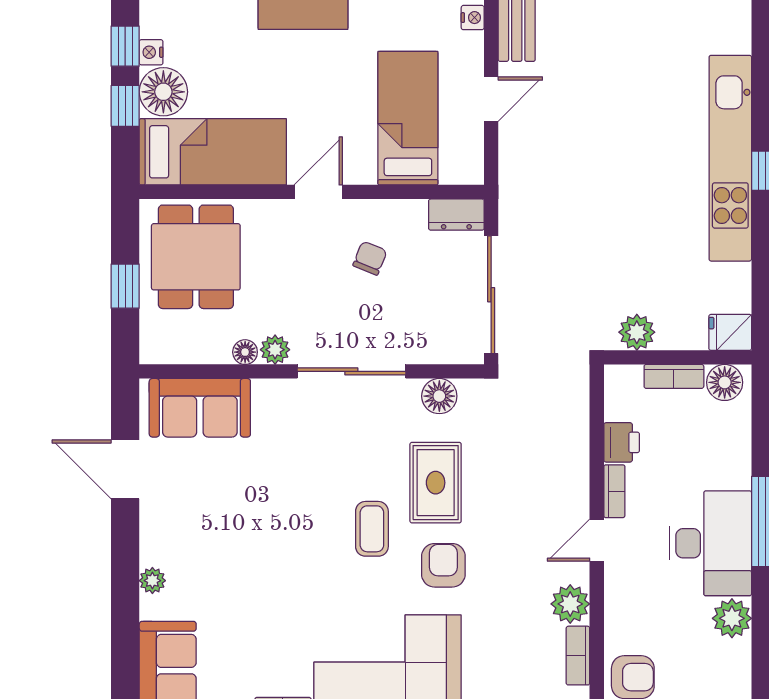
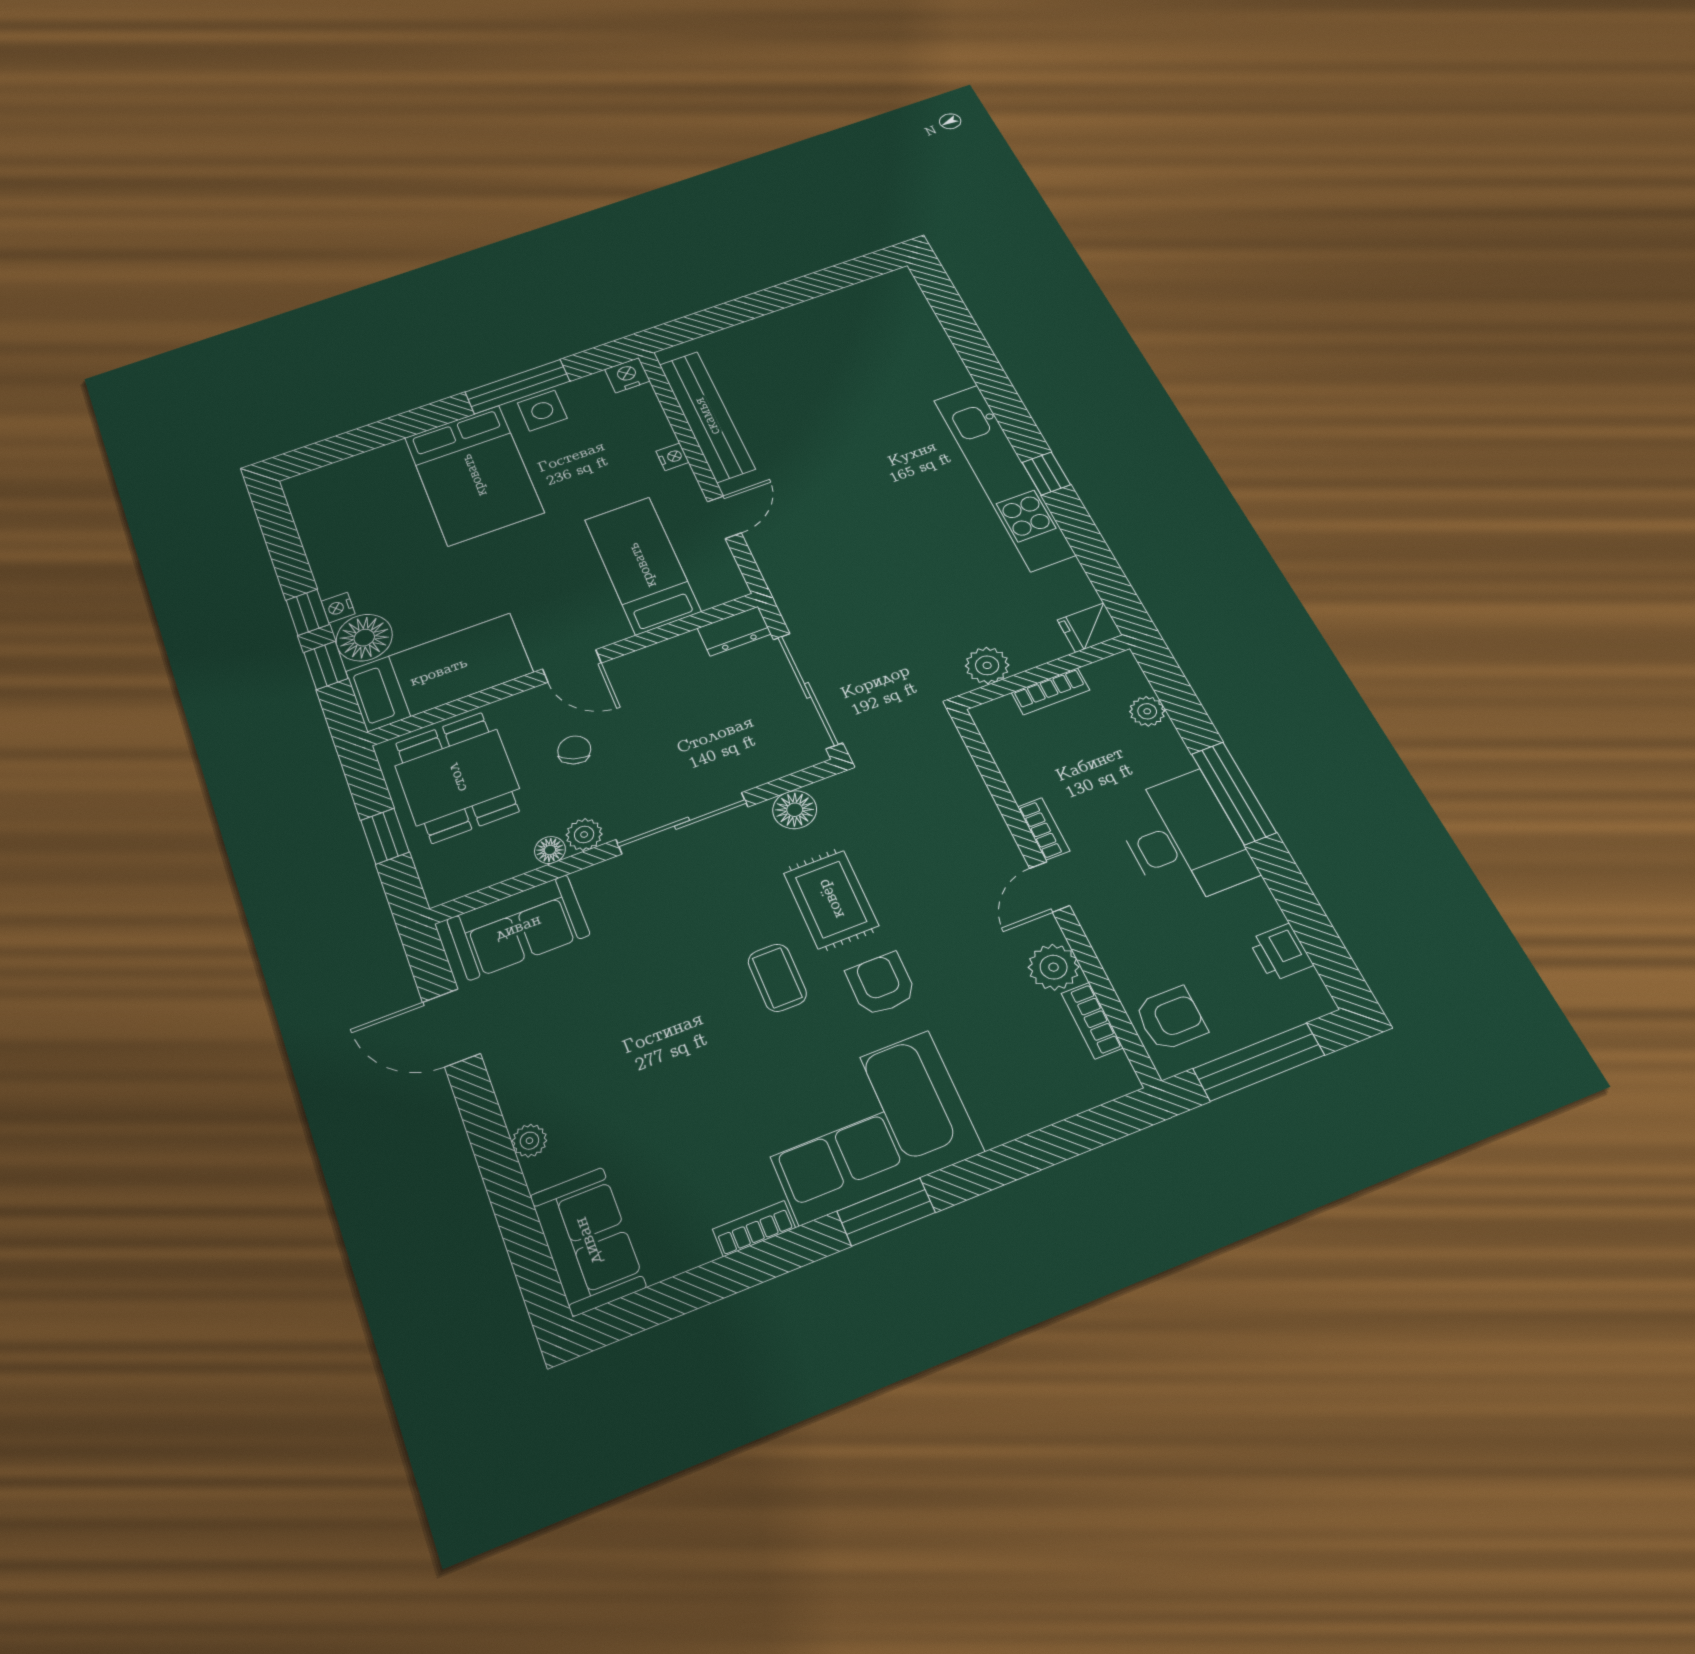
door: (318, 192) -> (572, 666), swing flipped
chair: (370, 258) -> (574, 750), moved
floor lamp: (725, 382) -> (1110, 676), removed
printer: (622, 442) -> (1281, 952), moved, turned 180
plant: (732, 618) -> (1147, 711), moved, width x0.73, depth x0.73

